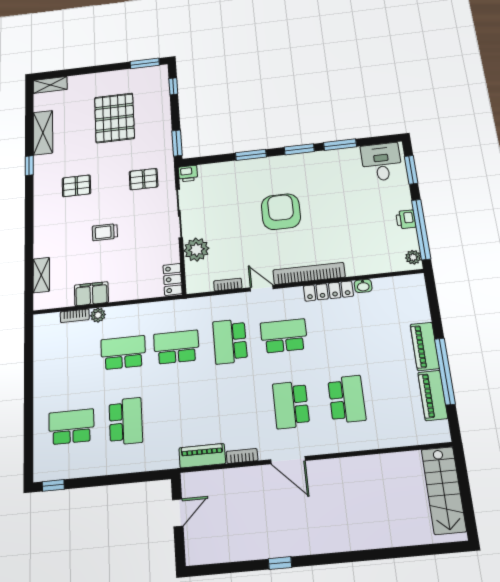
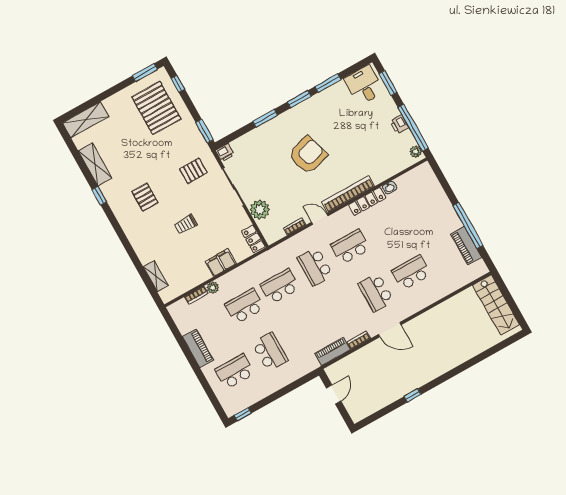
shelving: (50, 85) -> (86, 120), width x1.50, depth x1.33
pallet: (114, 118) -> (156, 108), moved
pallet: (76, 186) -> (145, 197), turned 90
armchair: (281, 212) -> (308, 155), turned 74
filing cabinet: (91, 294) -> (221, 263), moved
piano: (425, 346) -> (198, 348), moved, turned 180
school desk: (347, 399) -> (411, 273), turned -90

